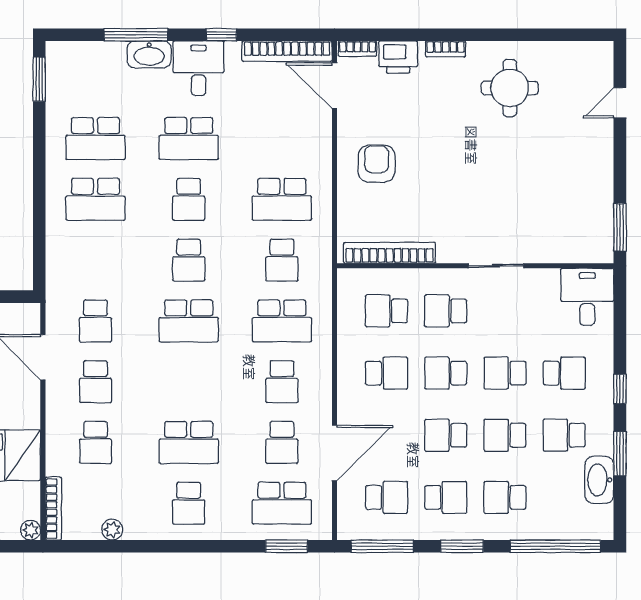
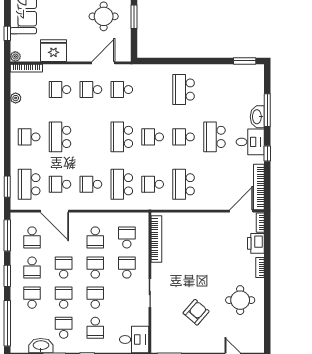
school desk: (96, 139) -> (214, 90), removed
armchair: (377, 164) -> (196, 312), moved, turned -49

